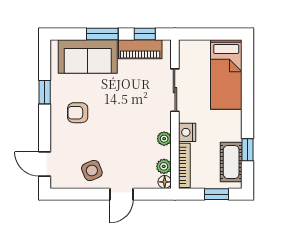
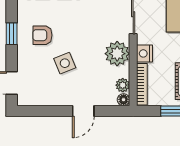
window: (45, 92) -> (12, 34), moved
plant: (164, 139) -> (117, 54), width x1.88, depth x1.88
side table: (92, 170) -> (65, 63), moved

